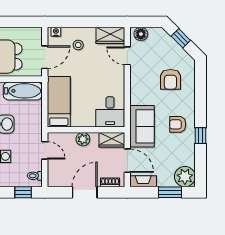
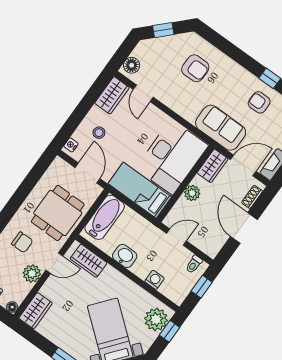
door: (127, 56) -> (143, 93), hinge flipped
desk: (110, 112) -> (172, 157), width x1.87, depth x1.30
armchair: (178, 124) -> (259, 102), moved, turned 90

